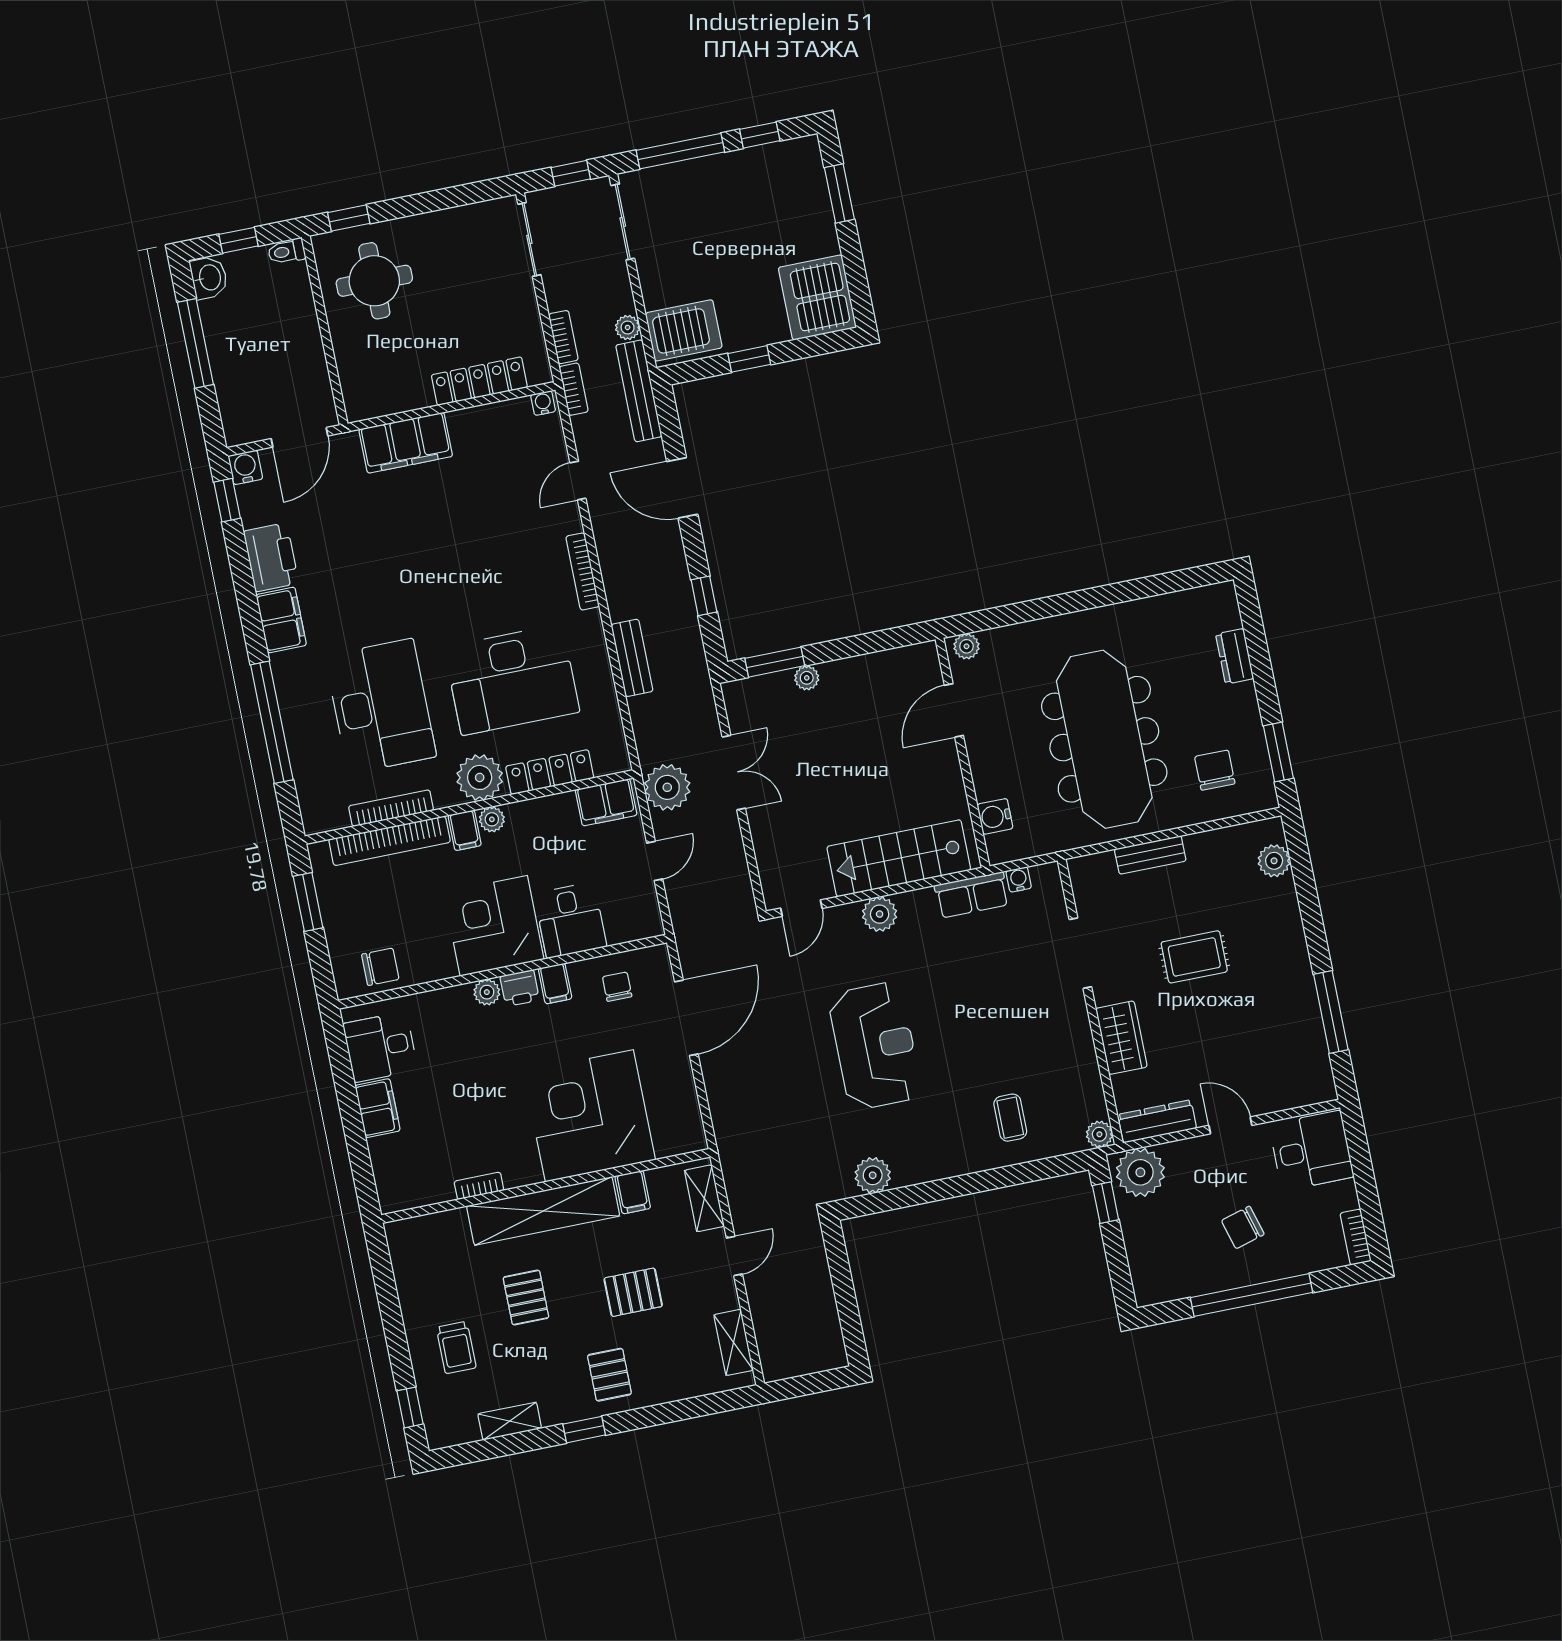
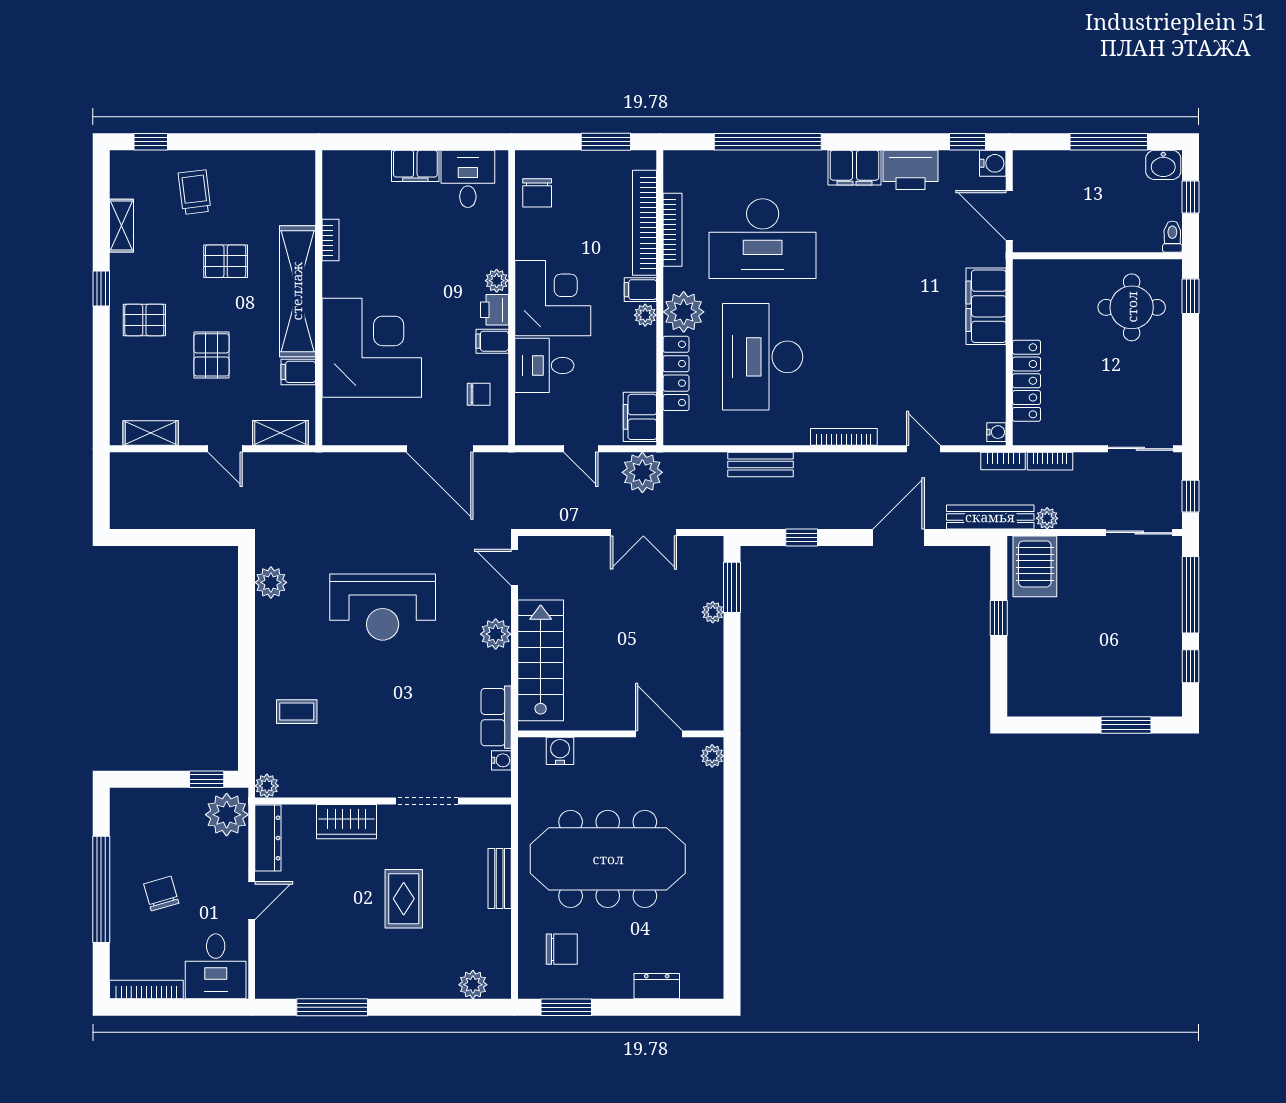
server rack: (817, 297) -> (1040, 688), removed
bookcase: (1356, 1237) -> (146, 989), width x1.56
trolley: (456, 1348) -> (195, 192), turned 83

